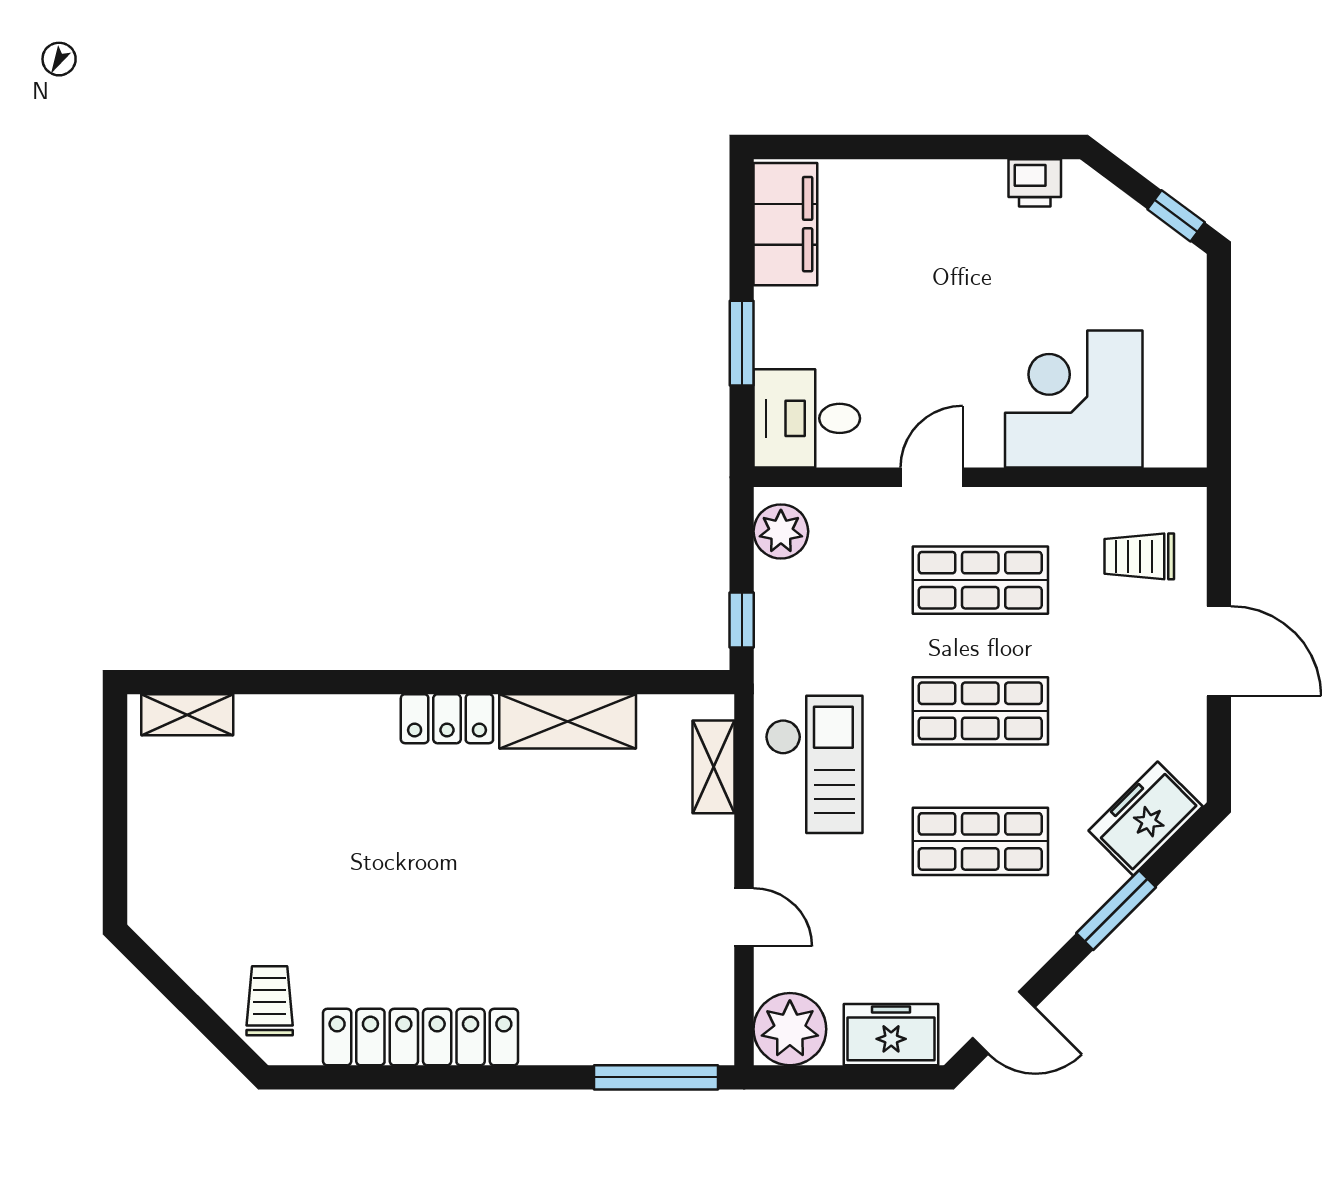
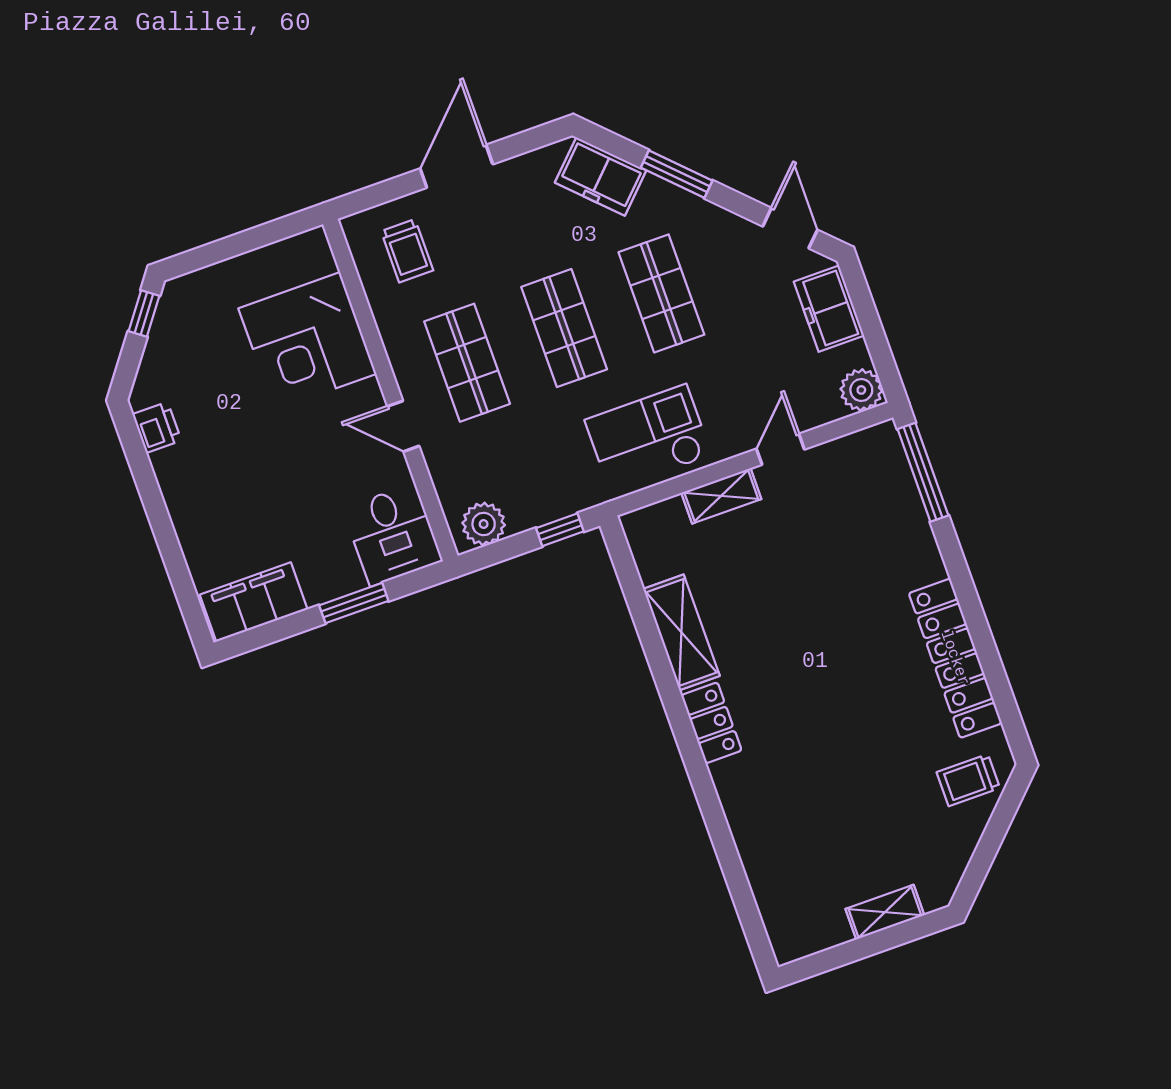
shelving: (187, 715) -> (885, 912), moved, turned 90
shelving: (714, 767) -> (721, 496), moved
plant: (790, 1029) -> (861, 390), width x0.73, depth x0.73

